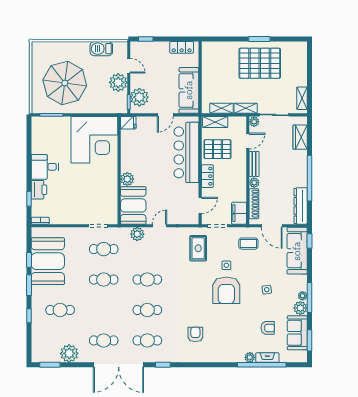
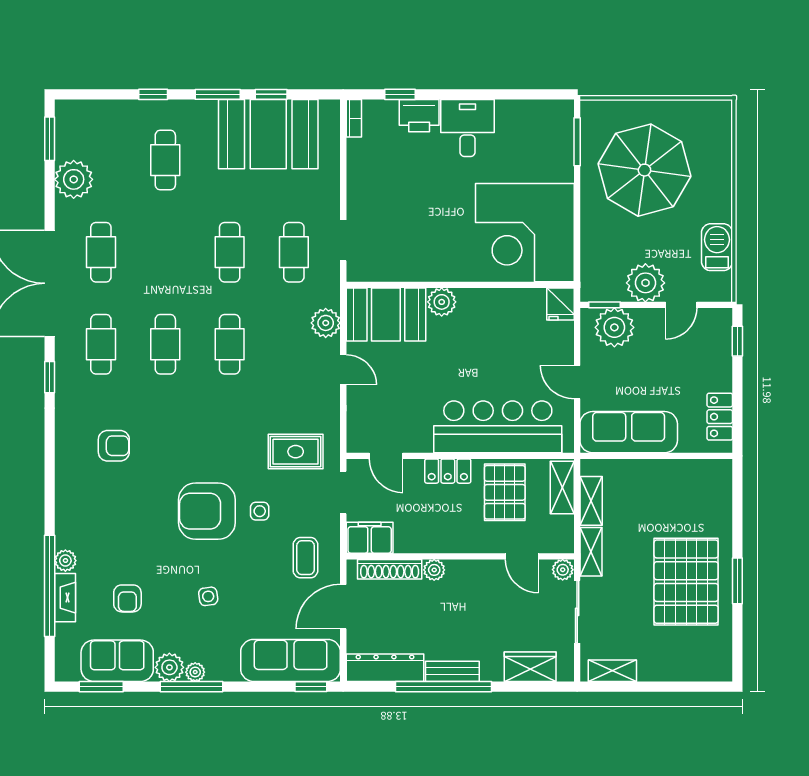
bench: (254, 164) -> (452, 671), moved

